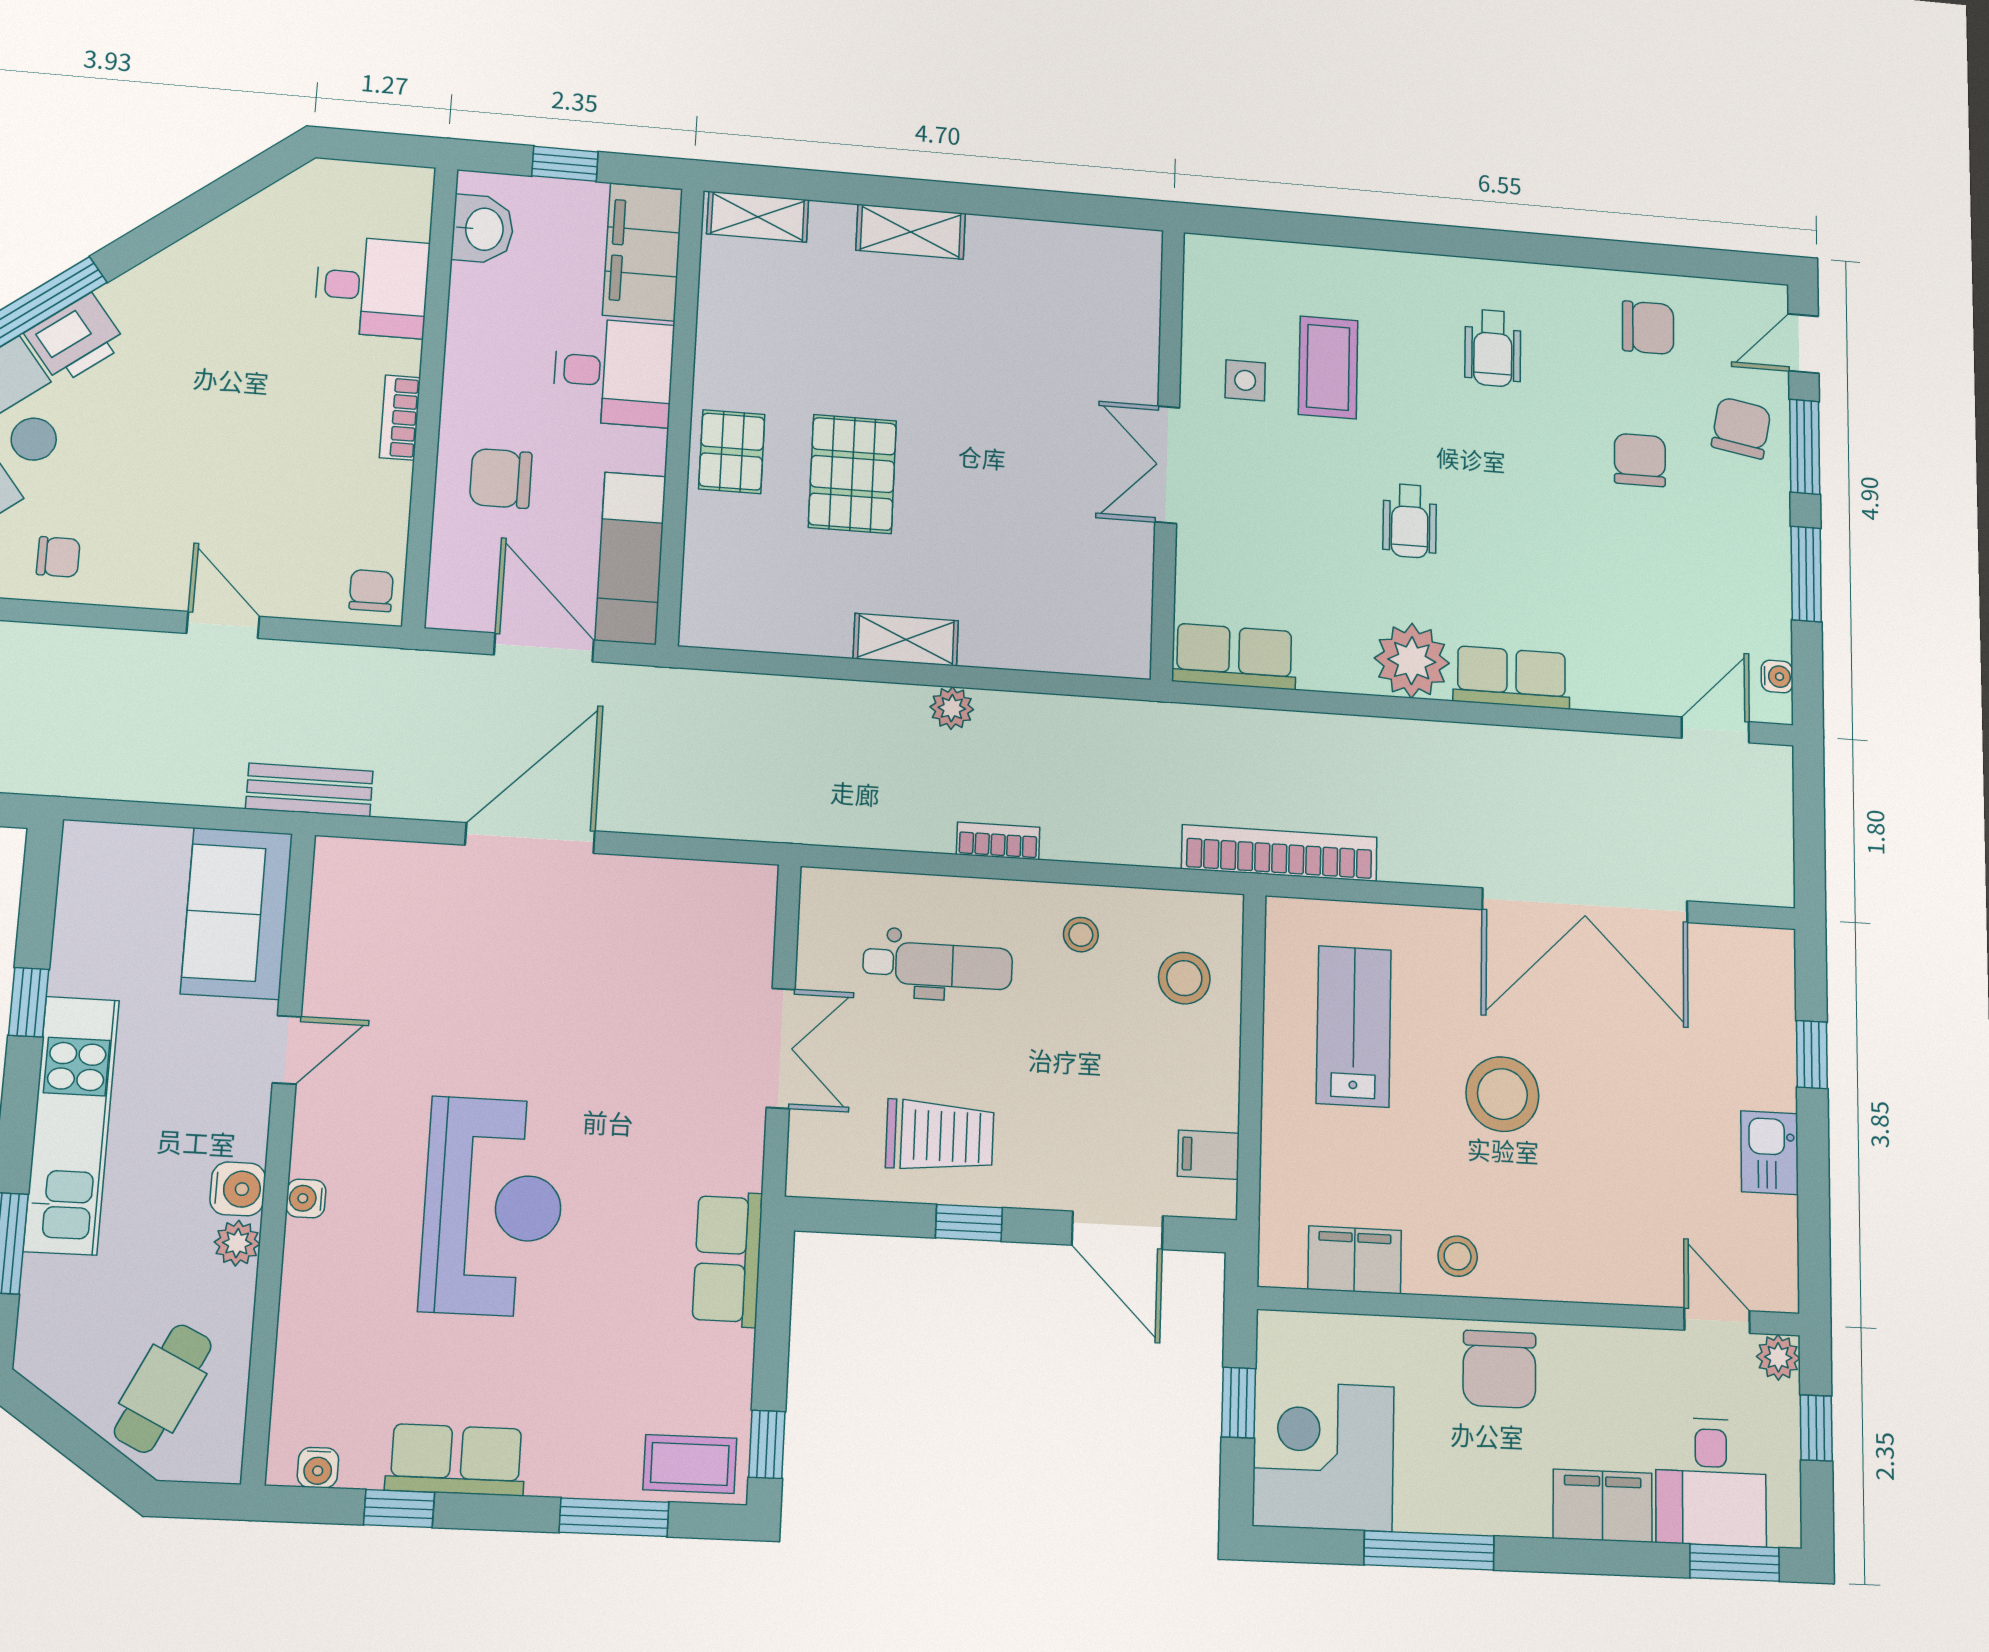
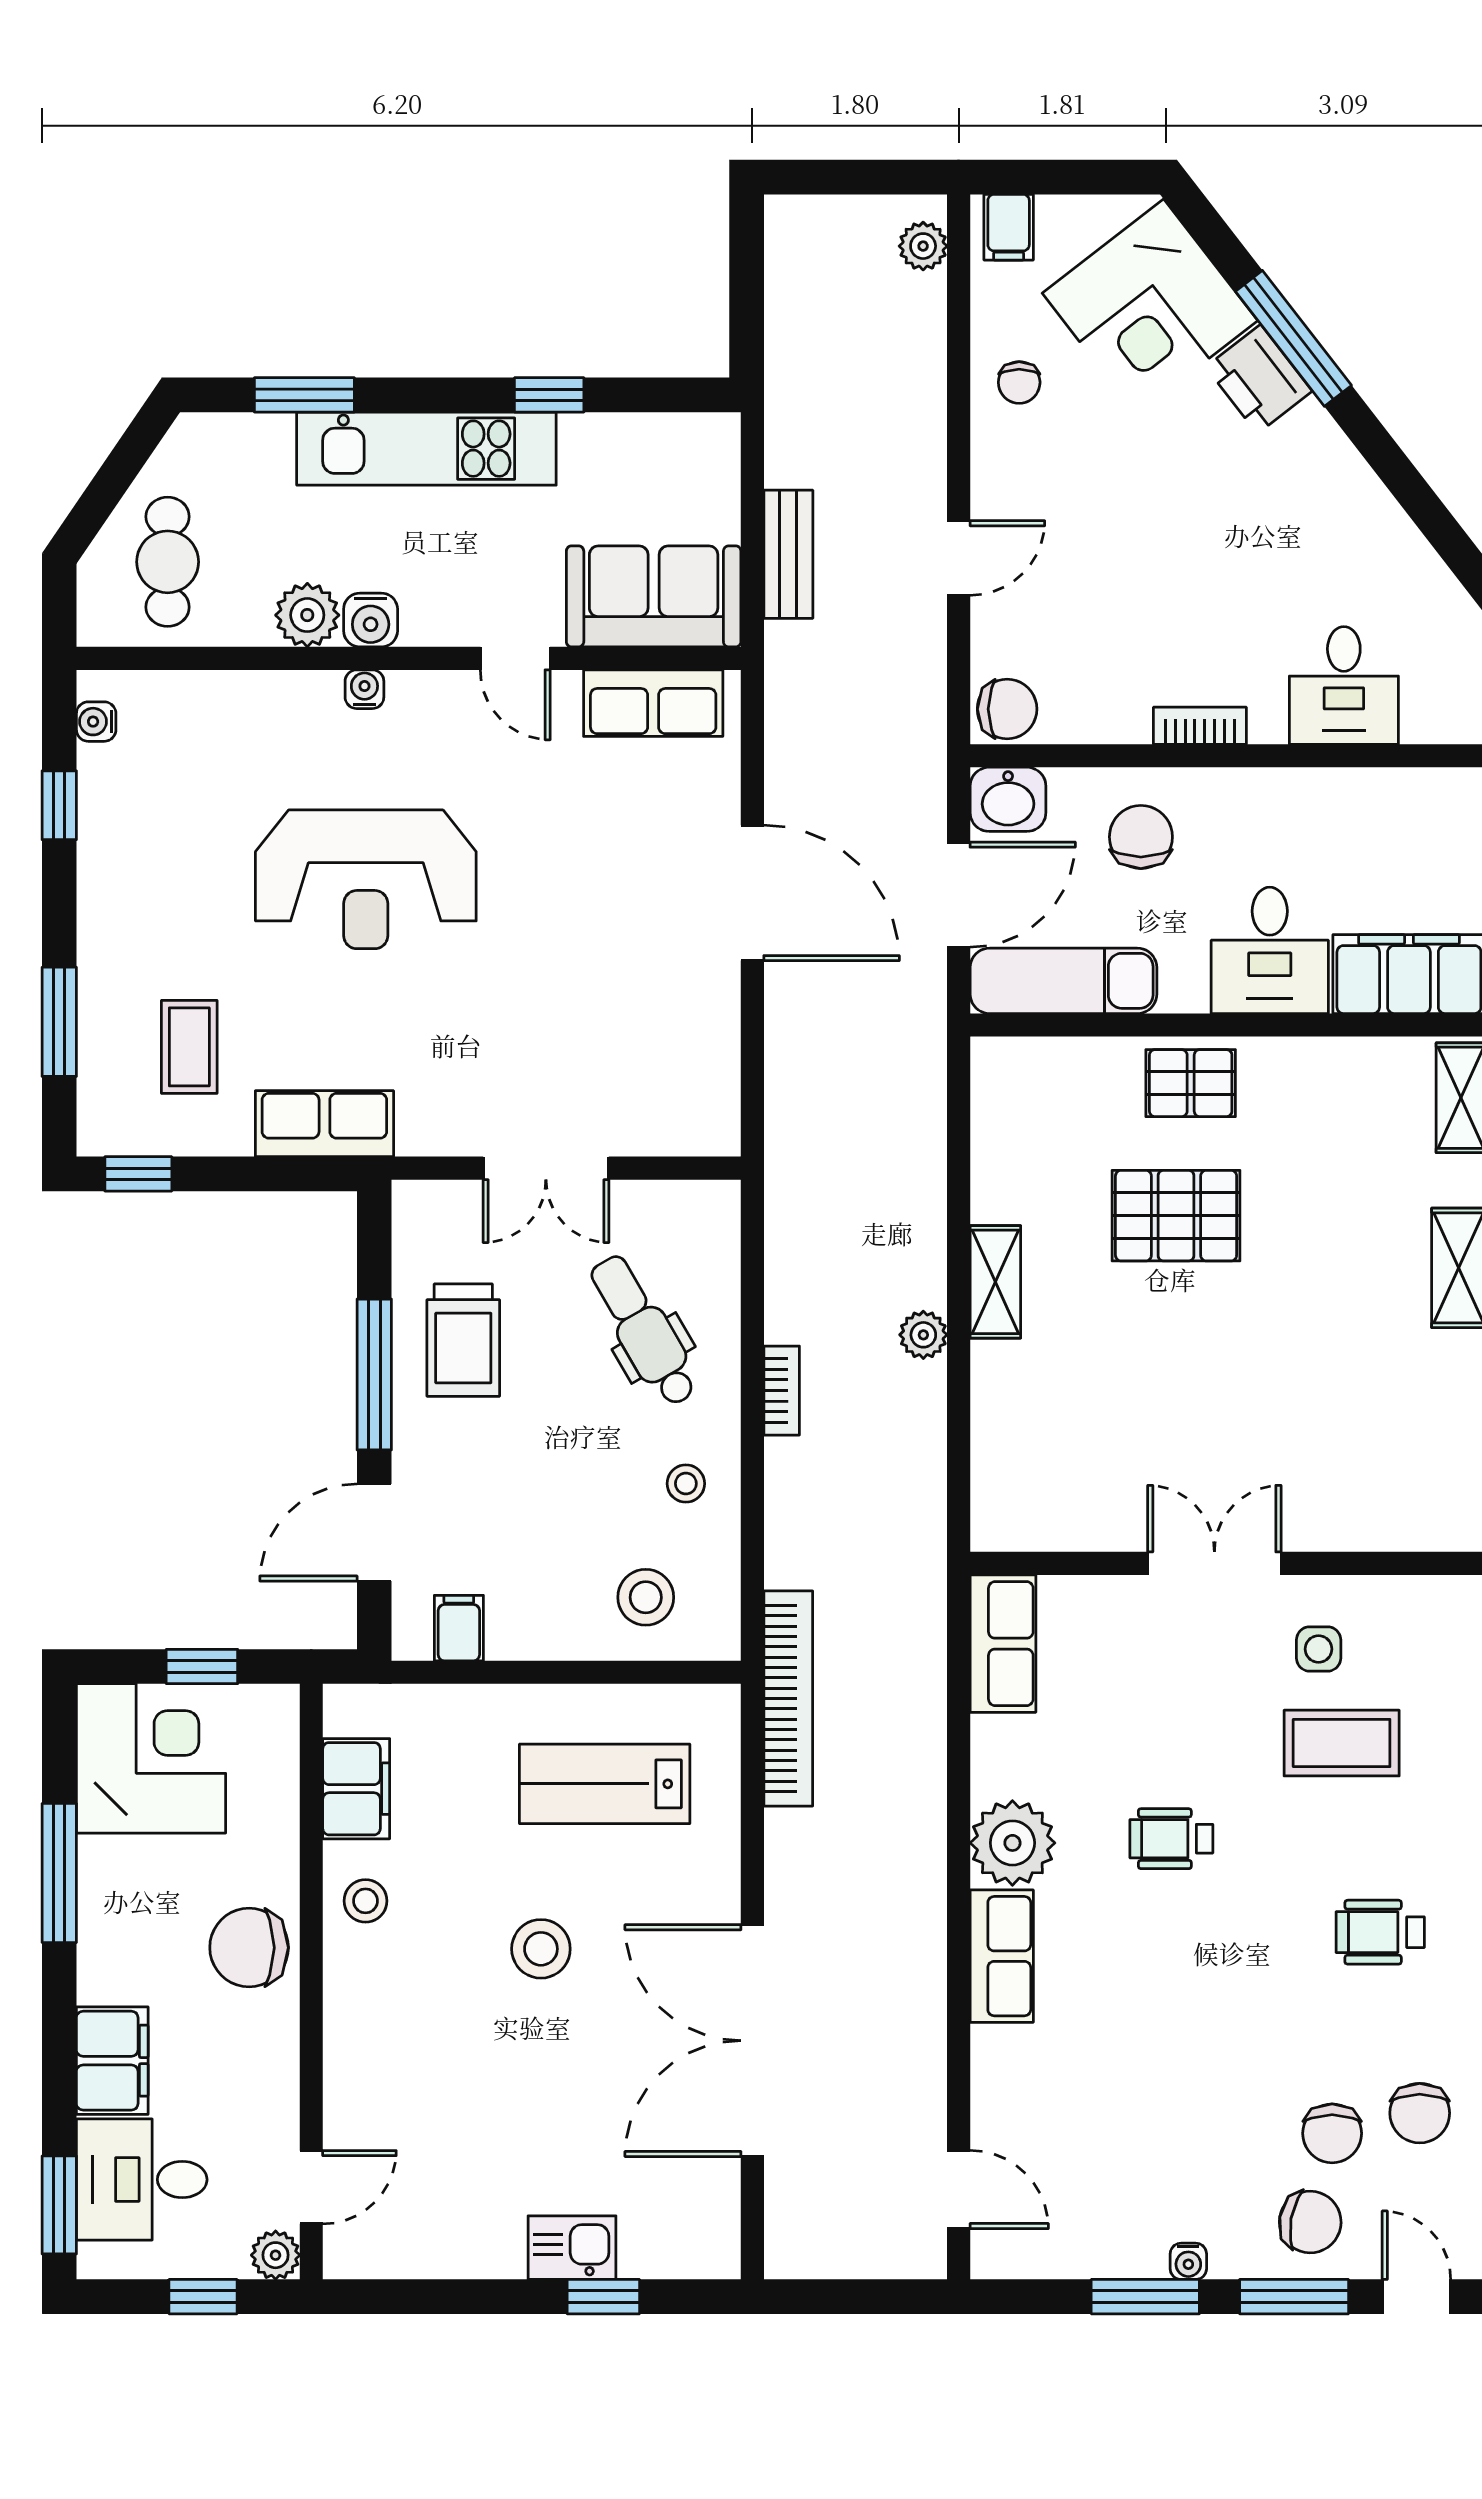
washbasin: (483, 229) -> (1008, 799), moved
chair: (1640, 460) -> (1332, 2133), moved, turned 90
chair: (371, 591) -> (1007, 709), width x1.37, depth x1.37
water cooler: (1777, 676) -> (1188, 2261), moved
bench: (309, 790) -> (788, 554), moved
dental chair: (938, 965) -> (644, 1331), turned 150
lab bench: (1354, 1026) -> (605, 1784), turned 180
stool: (1502, 1094) -> (541, 1949), width x0.73, depth x0.73
kitchen sink: (1770, 1153) -> (572, 2248), moved
window: (969, 1223) -> (374, 1374), width x2.17
plant: (237, 1243) -> (307, 615), width x1.38, depth x1.38
cafe table: (163, 1389) -> (168, 562), turned 64
row of seats: (456, 1460) -> (653, 703), moved, turned 90
coffee table: (690, 1464) -> (189, 1047), moved

